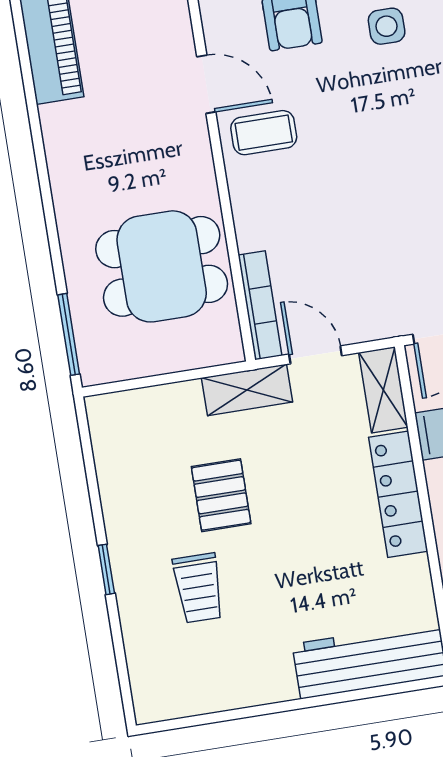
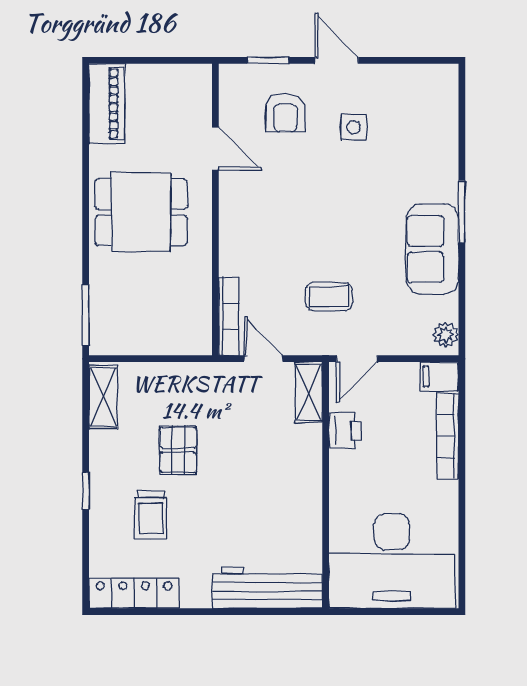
coffee table: (264, 133) -> (329, 296), moved
dining table: (162, 266) -> (141, 212), moved
shelving: (247, 390) -> (103, 397), moved, turned 90
locker: (398, 494) -> (134, 593), moved, turned 90

